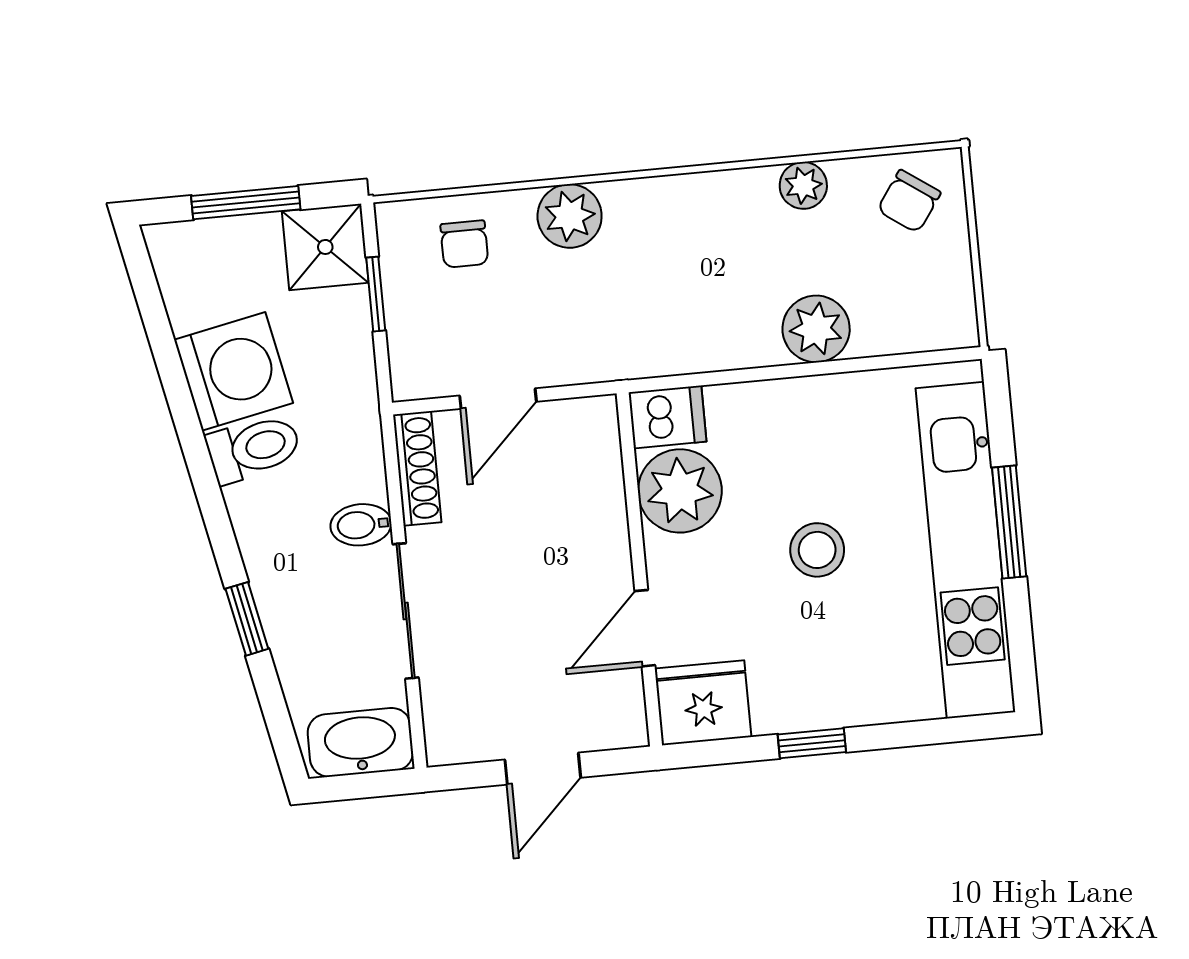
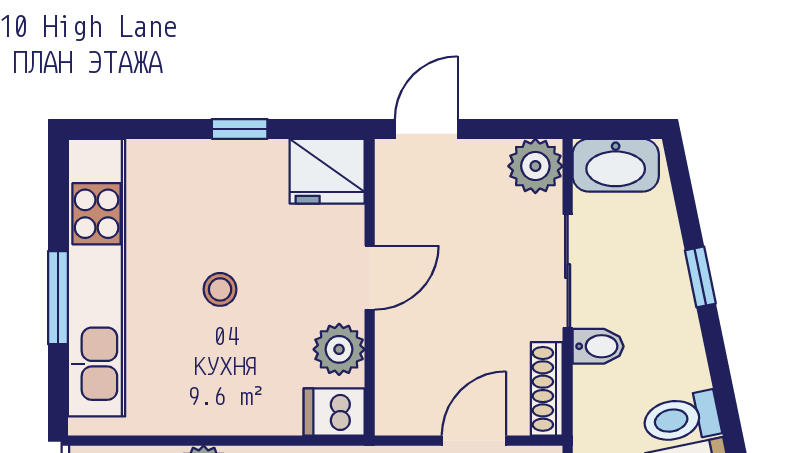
plant: (680, 491) -> (339, 349), width x0.73, depth x0.73
stool: (817, 550) -> (220, 289), width x0.73, depth x0.73
door: (645, 628) -> (370, 278), moved
plant: (456, 732) -> (535, 166), added
door: (543, 769) -> (426, 129), moved

